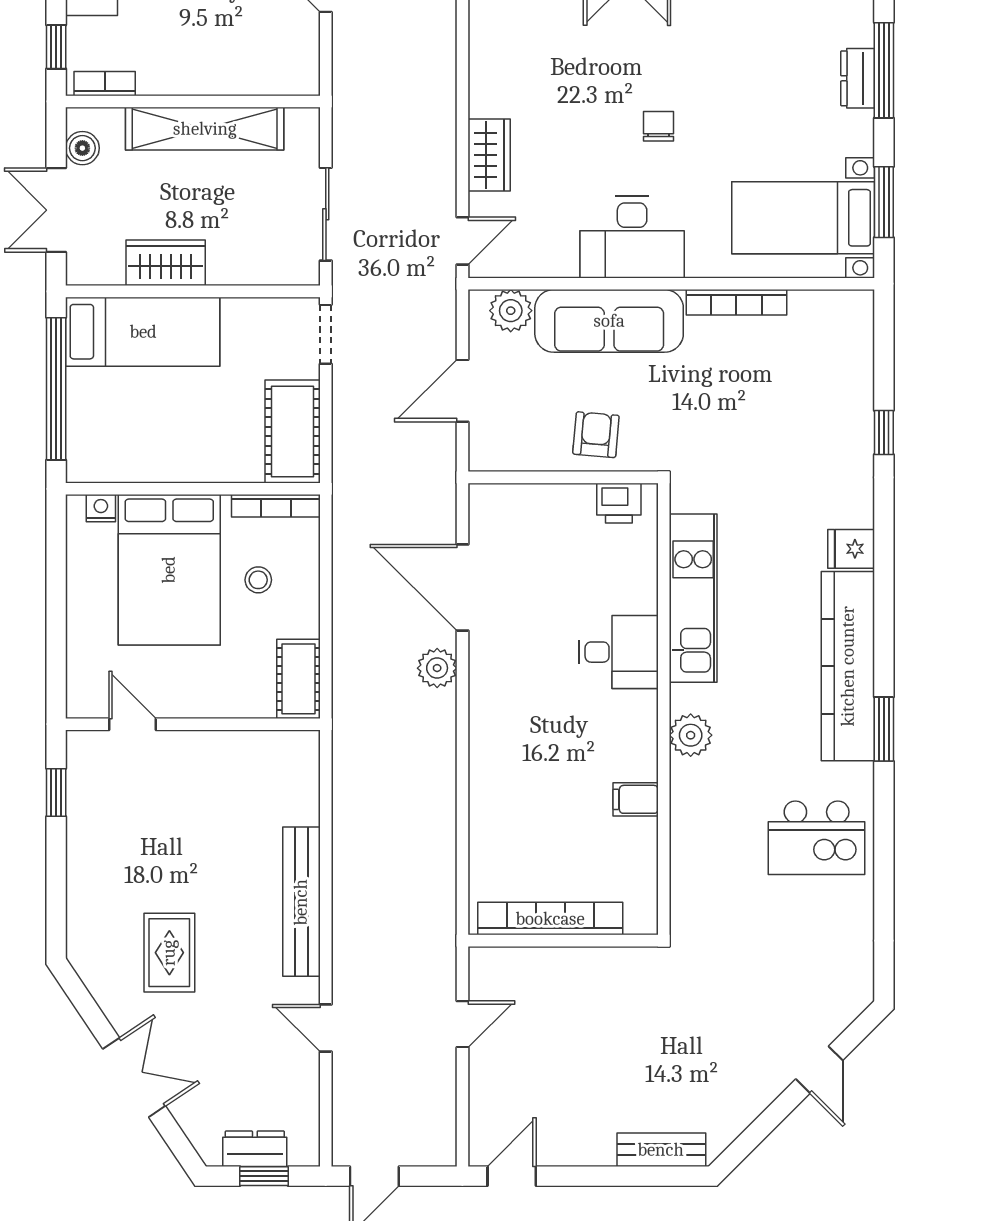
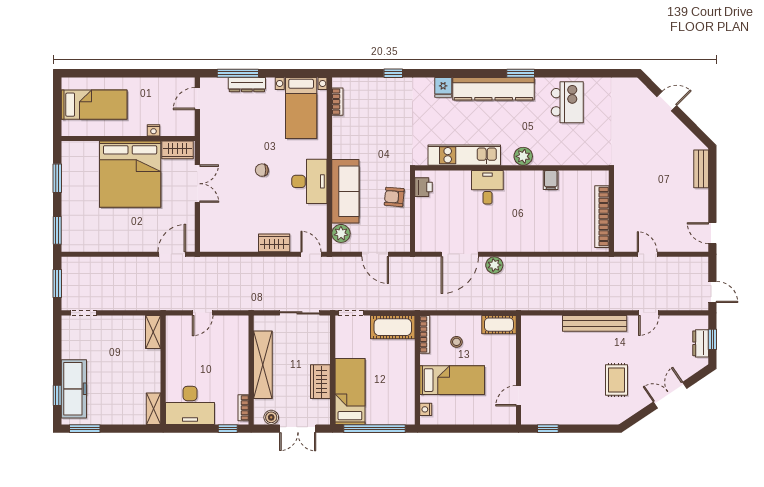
dresser: (858, 78) -> (247, 85), width x1.44
window: (884, 202) -> (294, 73), removed
bookcase: (736, 302) -> (337, 102), moved, width x0.64
bed: (169, 570) -> (452, 380), width x0.67
rug: (169, 953) -> (617, 380), turned 90

